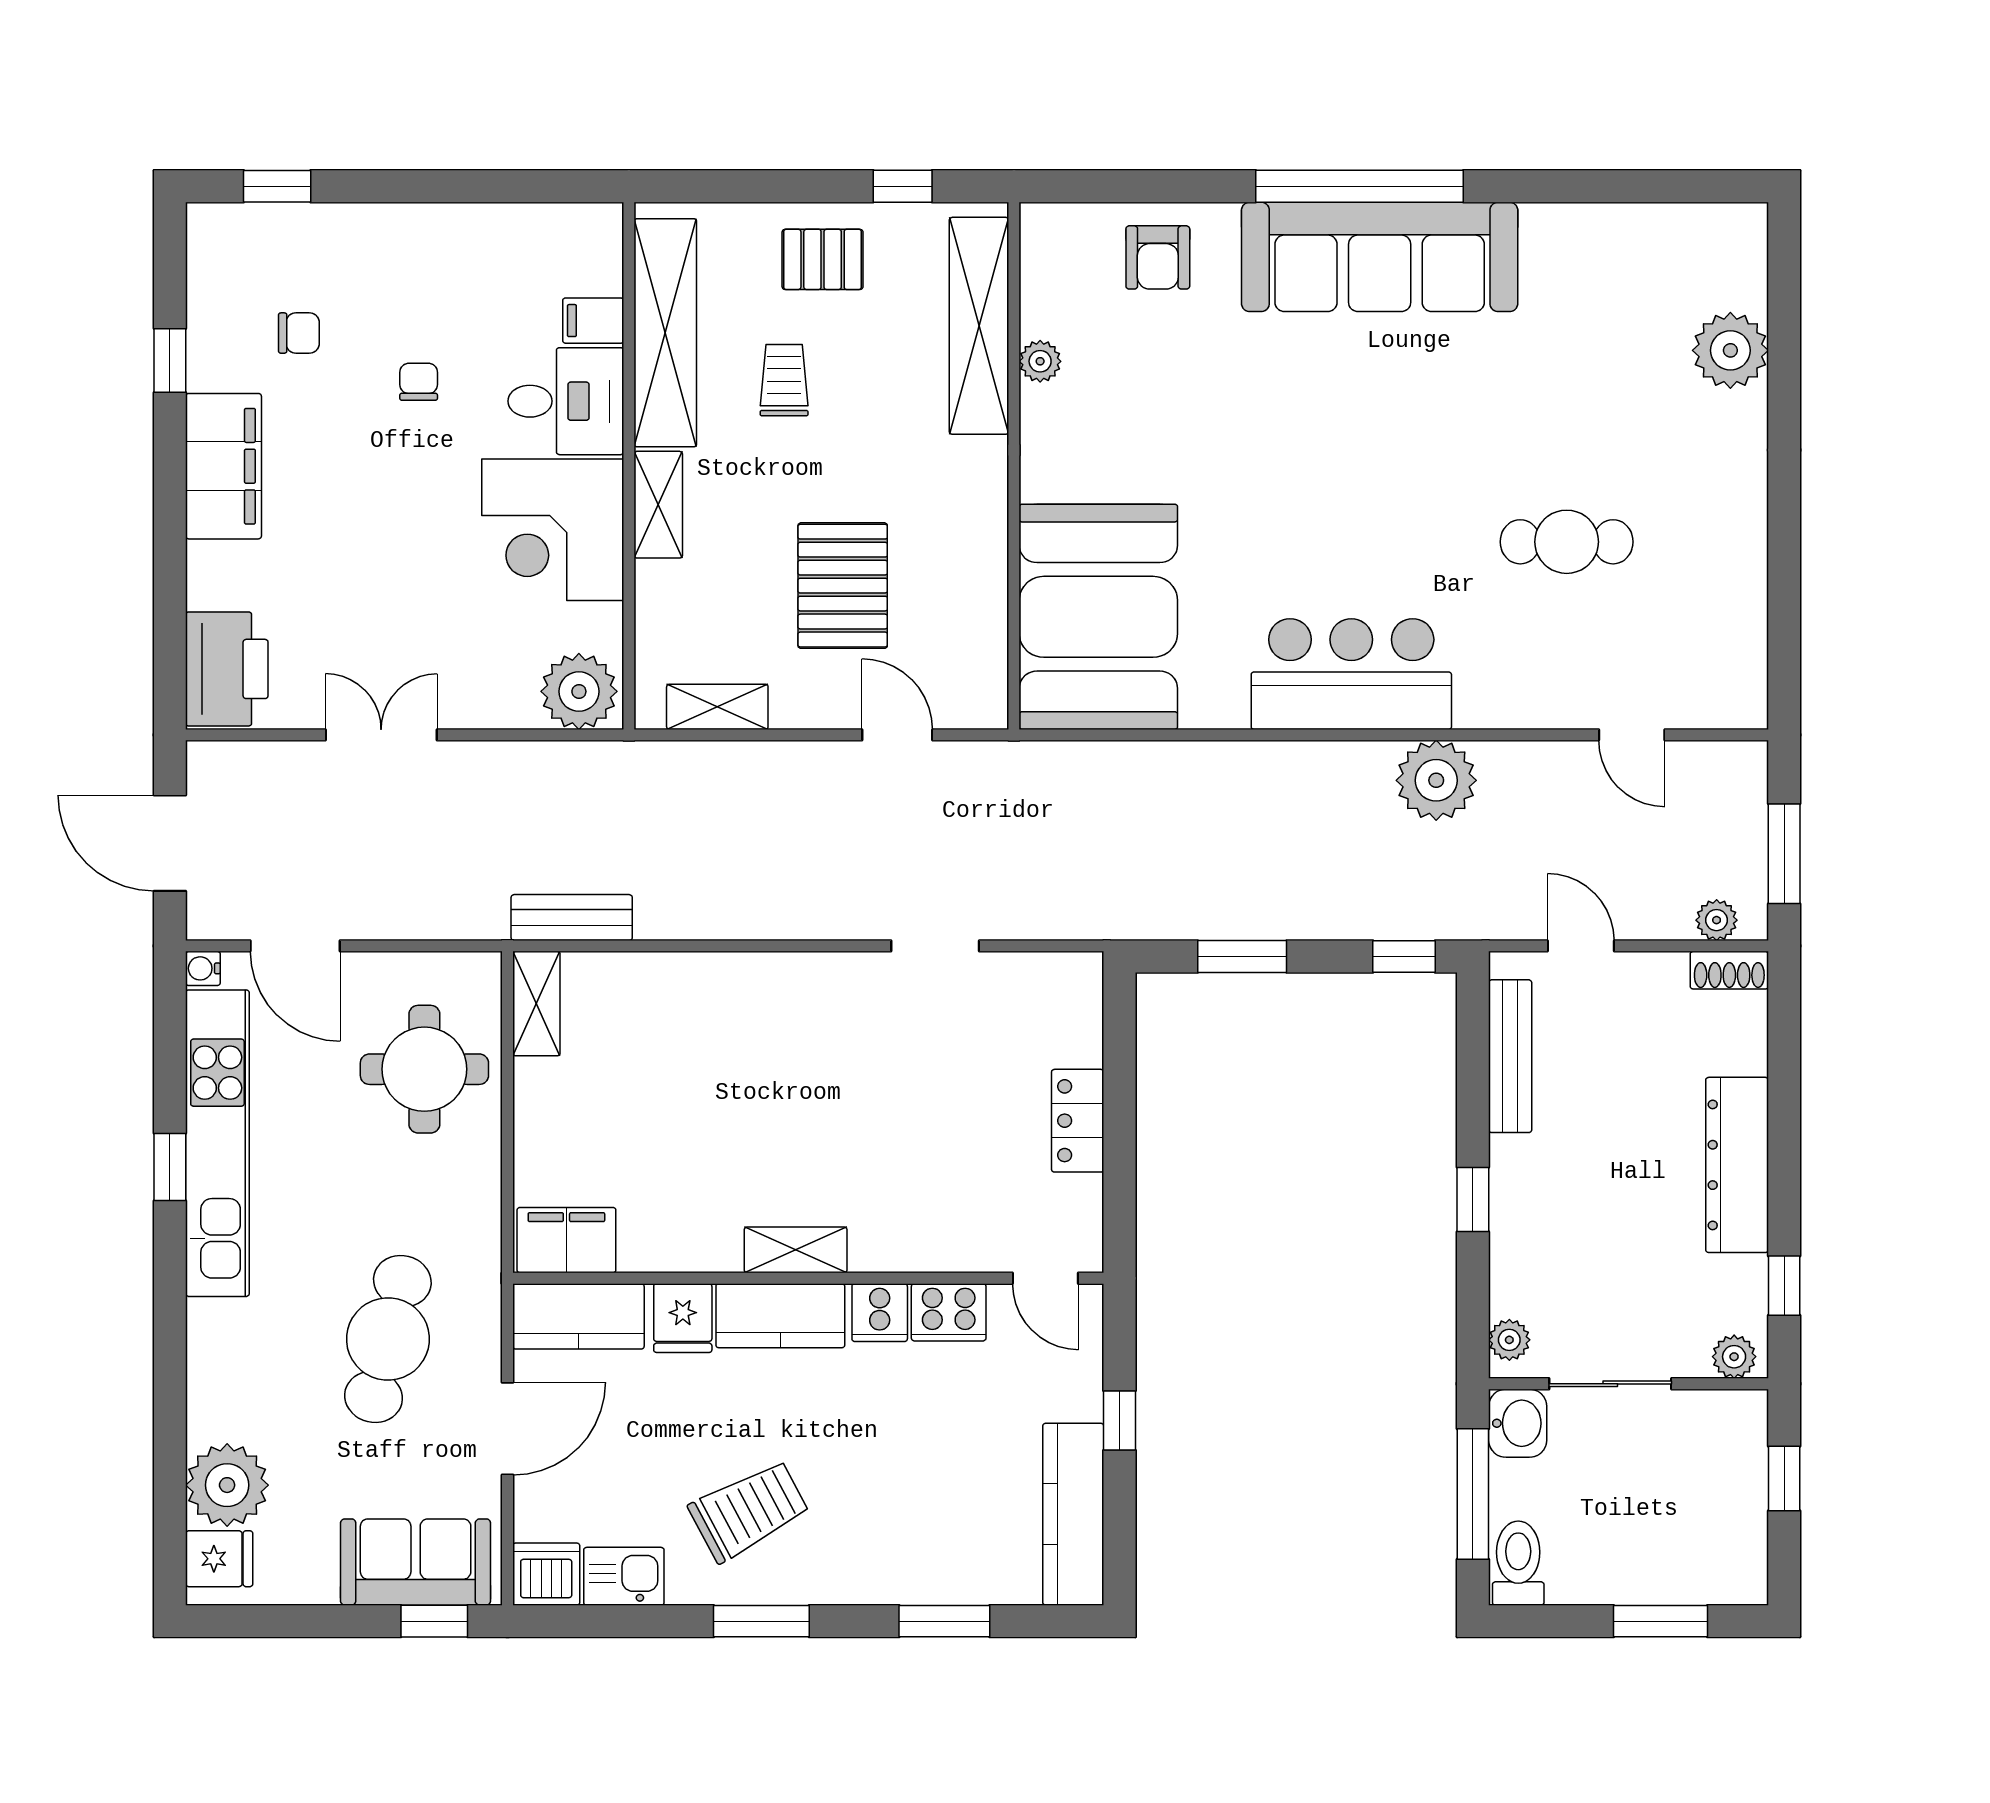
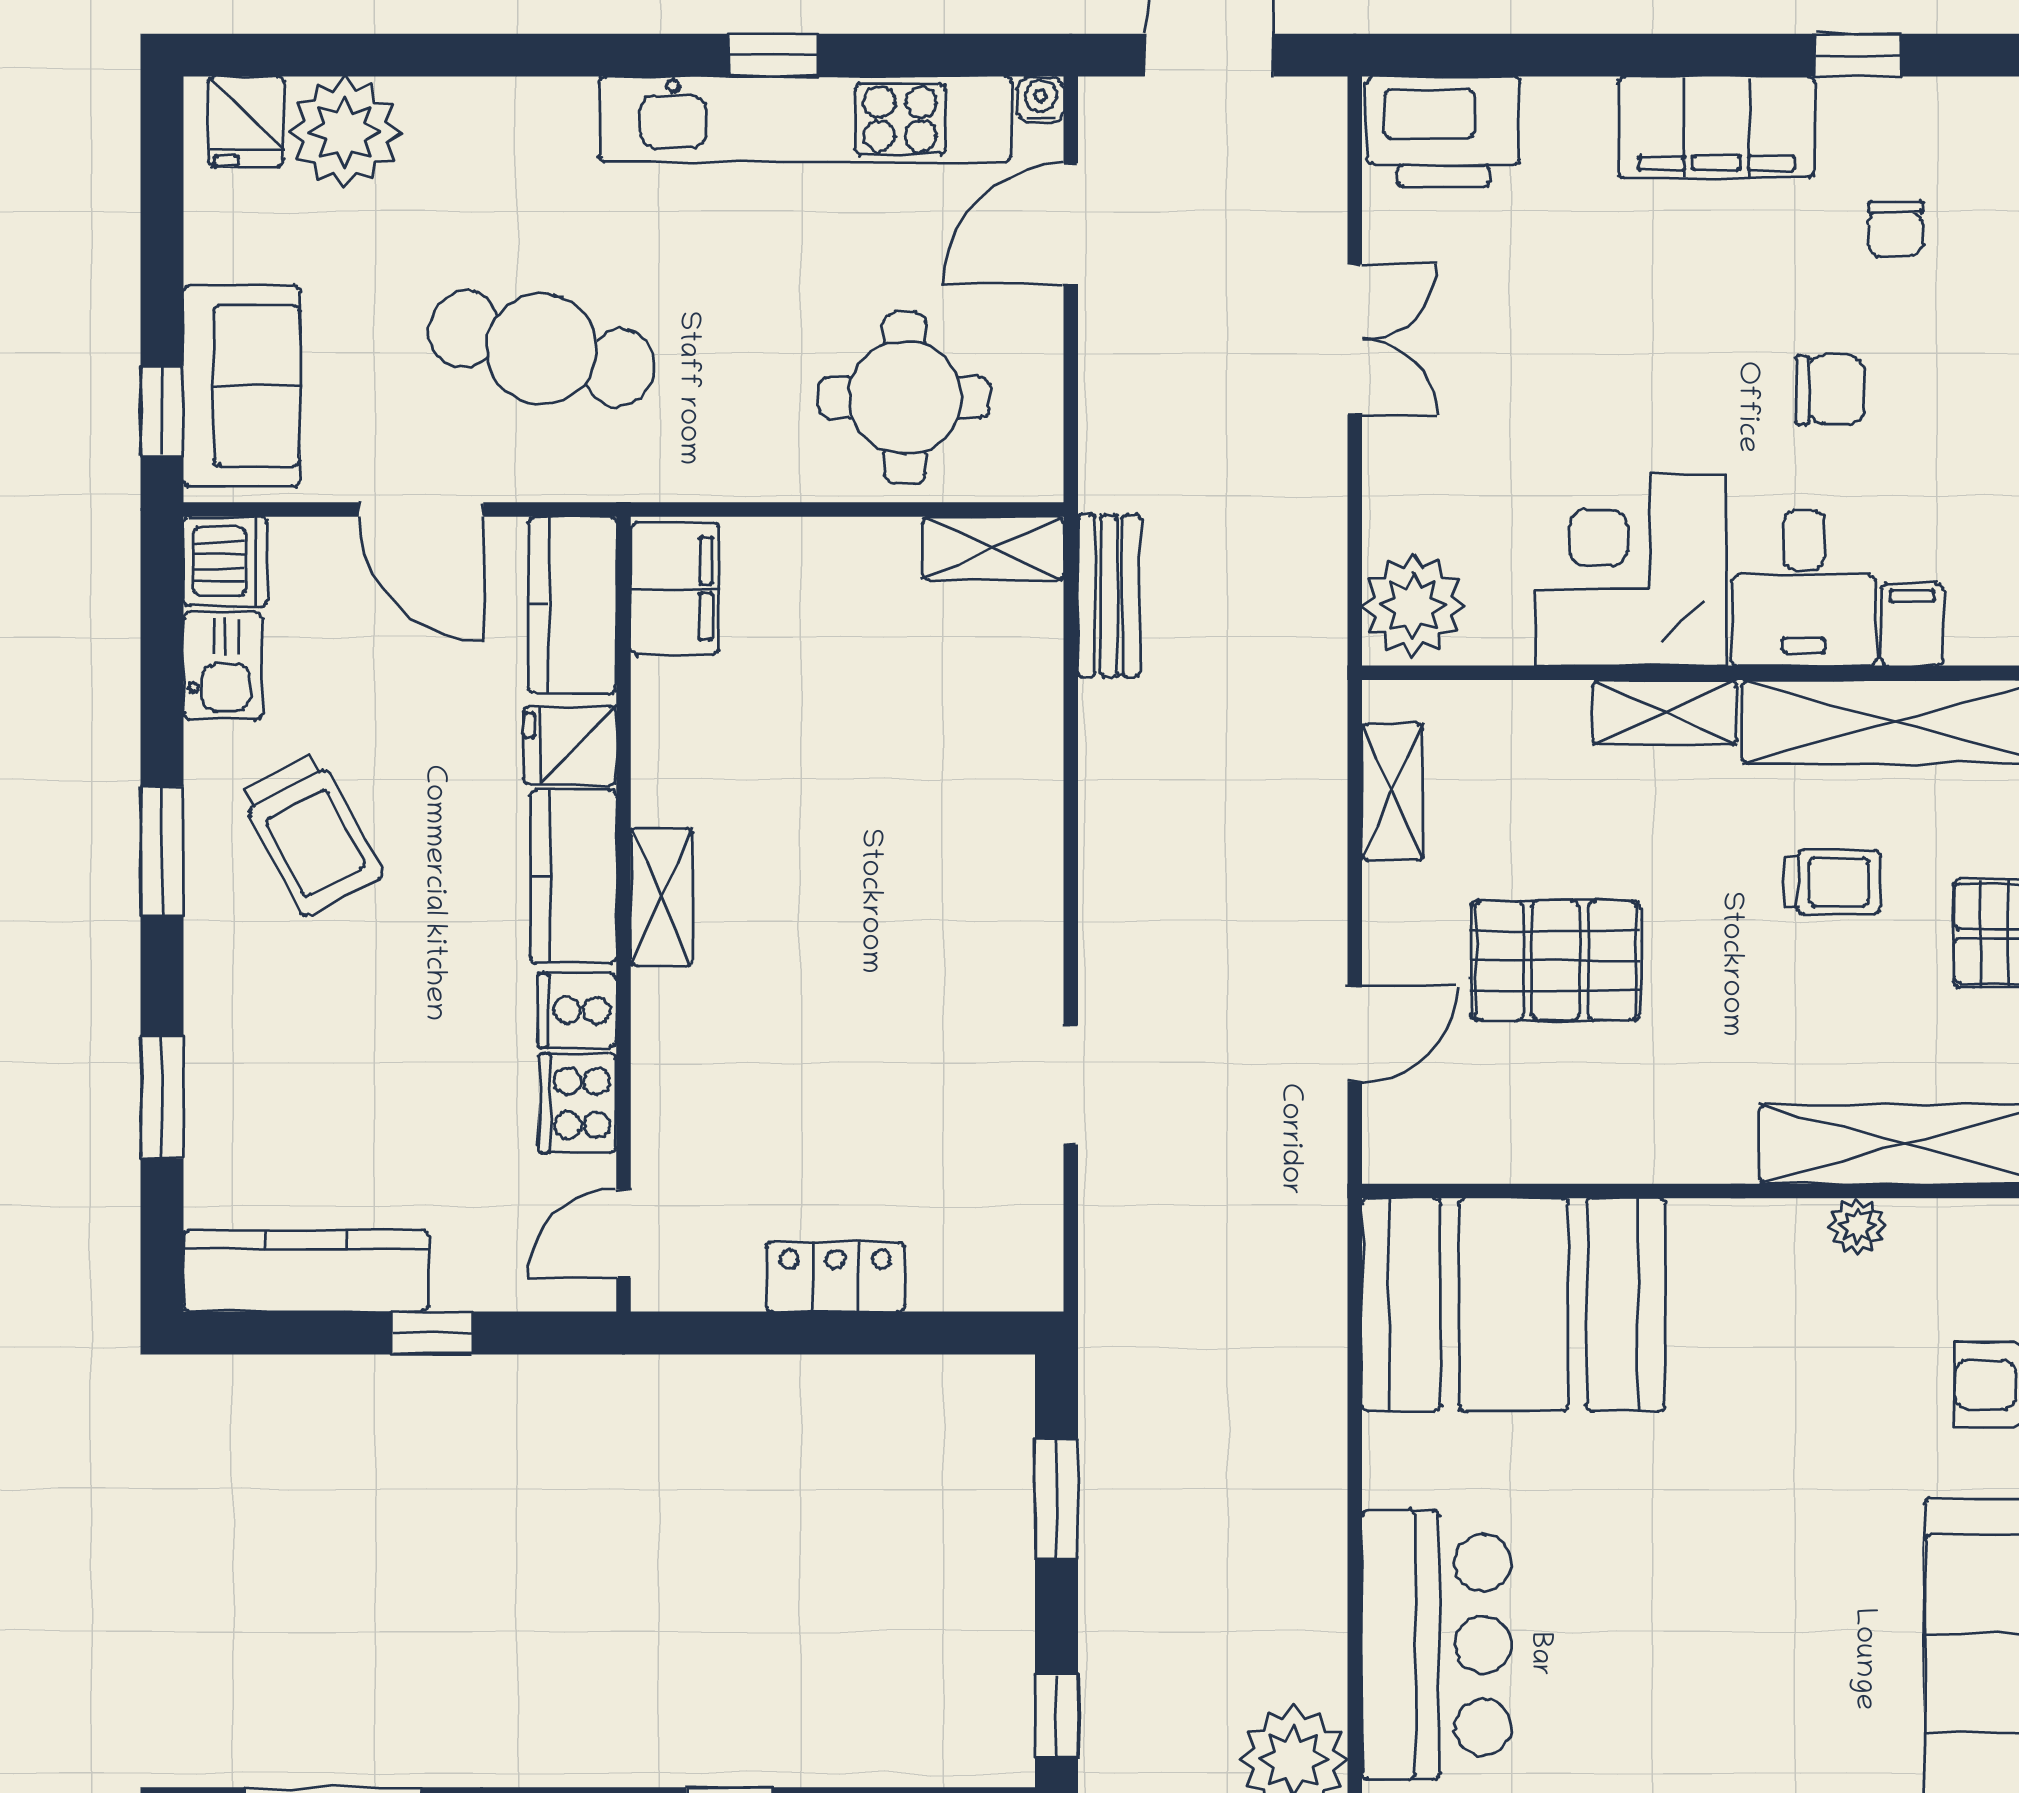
chair: (419, 382) -> (1830, 390), width x1.37, depth x1.37

